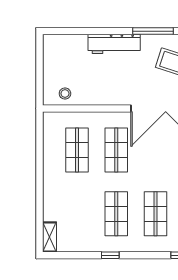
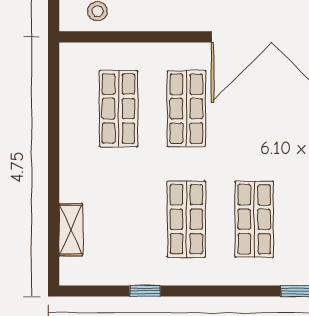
shelving: (50, 237) -> (71, 230), moved
window: (110, 255) -> (145, 291), moved

